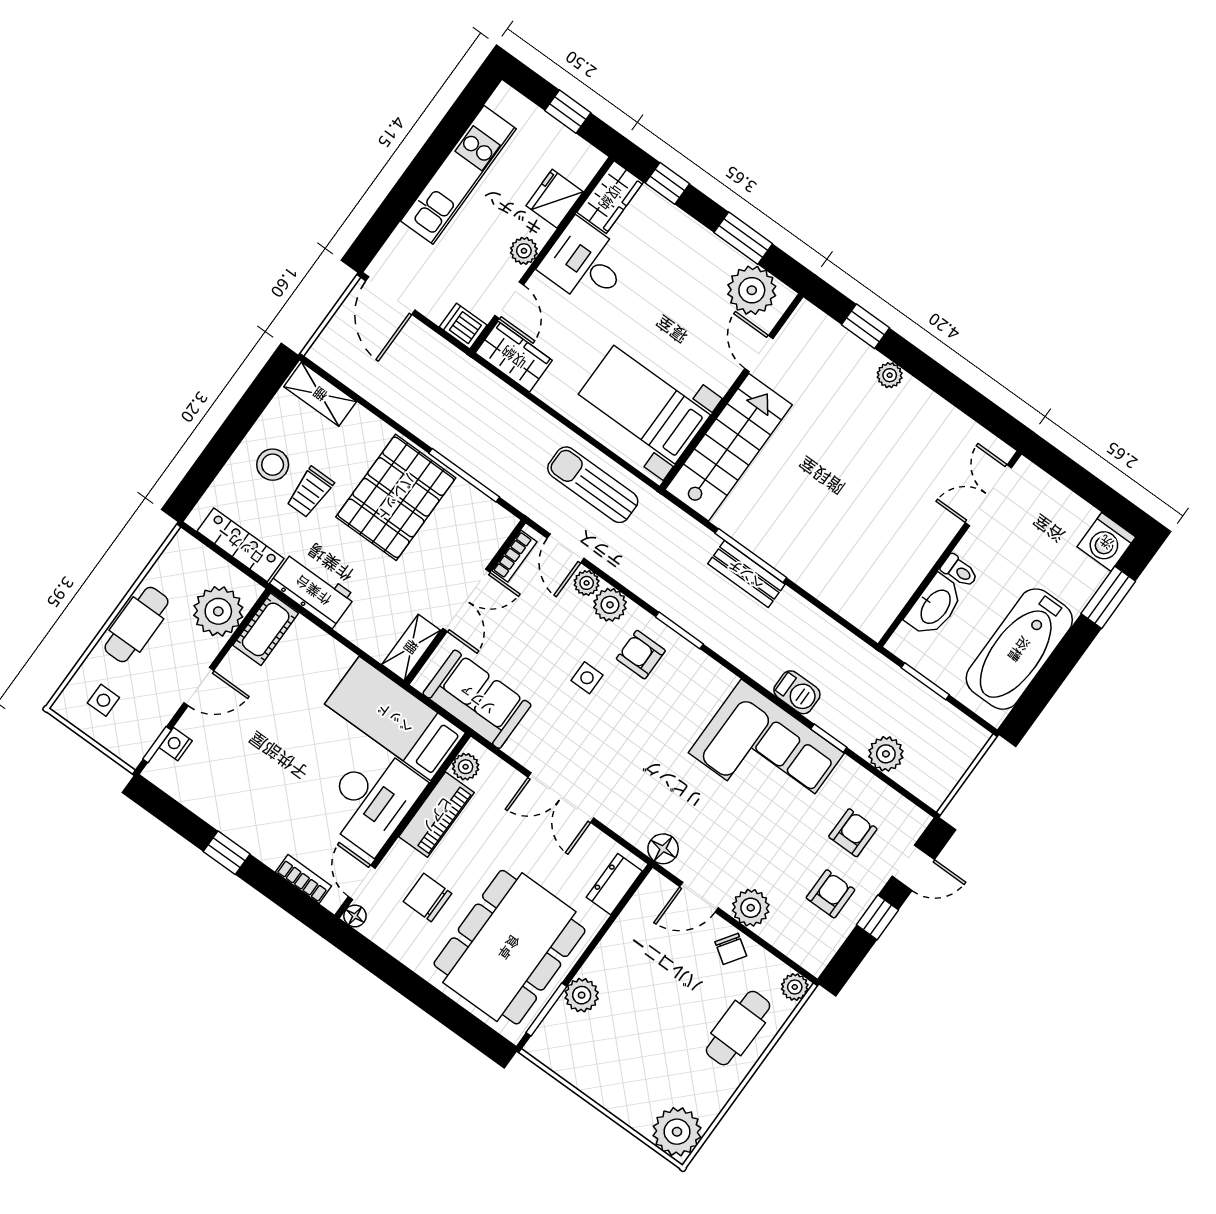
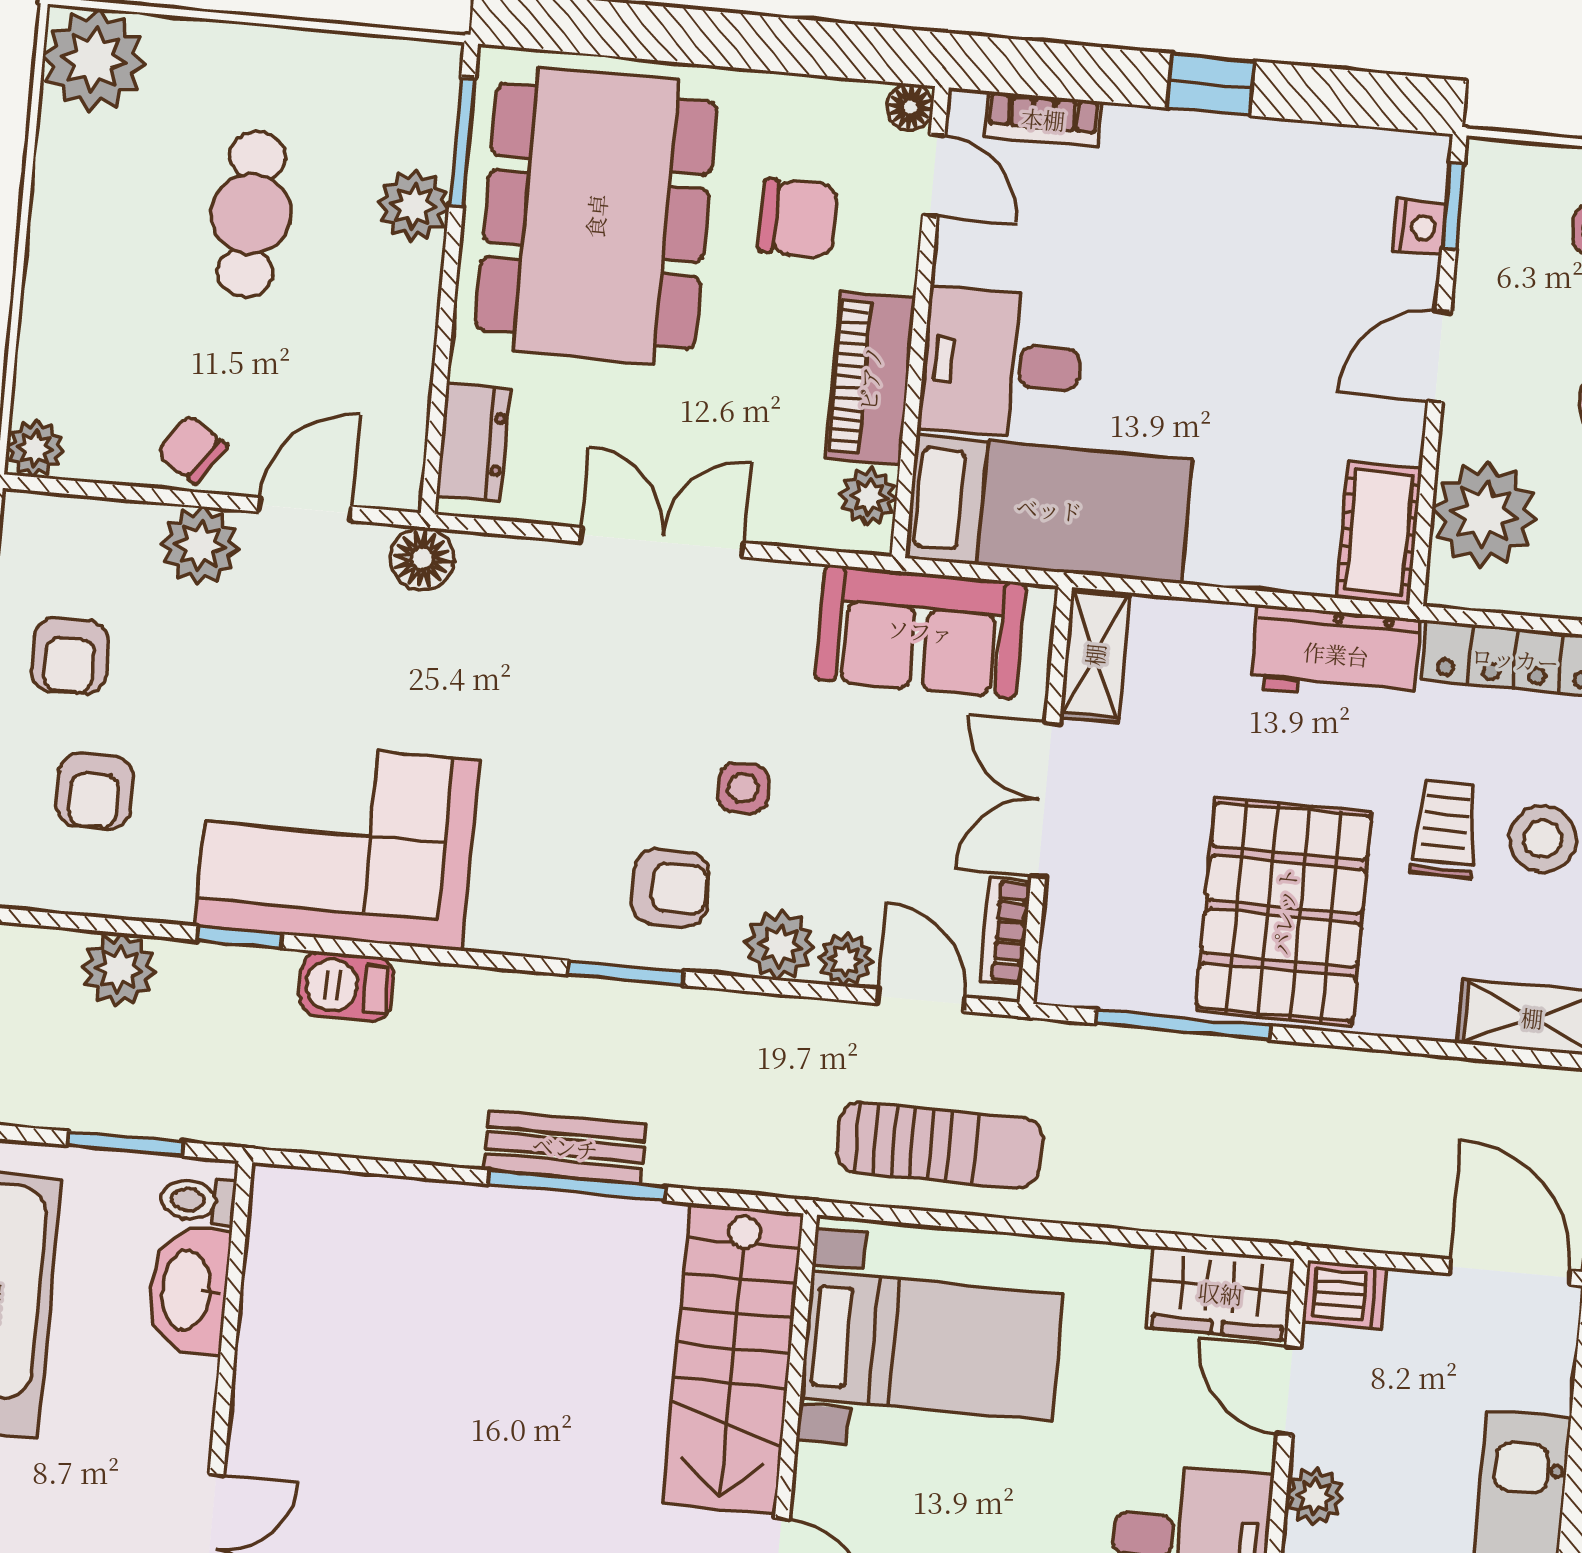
toilet: (959, 571) -> (198, 1200), moved
desk: (372, 799) -> (1001, 364), width x0.73
cafe table: (738, 1028) -> (251, 214), moved

